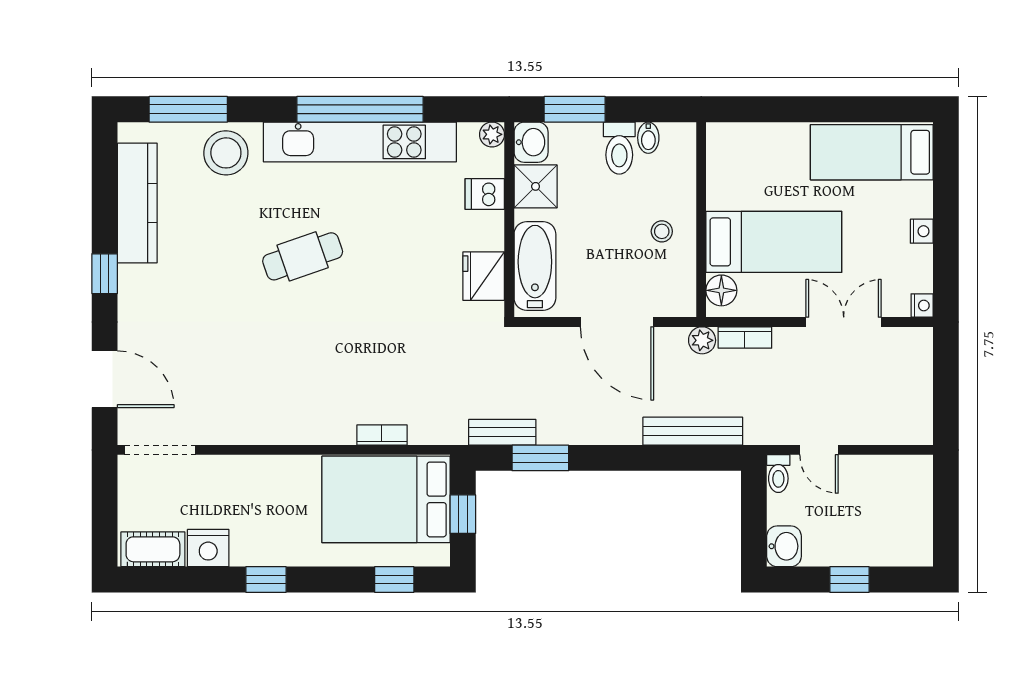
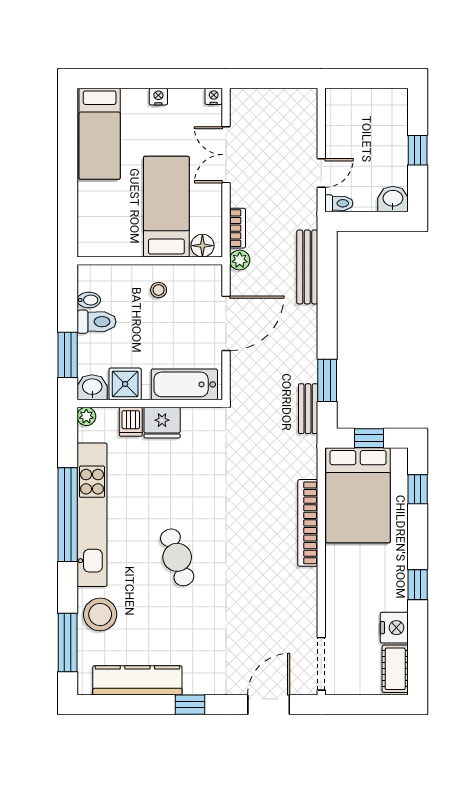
fridge: (484, 276) -> (162, 423), moved
bookcase: (382, 435) -> (308, 523), width x2.31, depth x1.31

